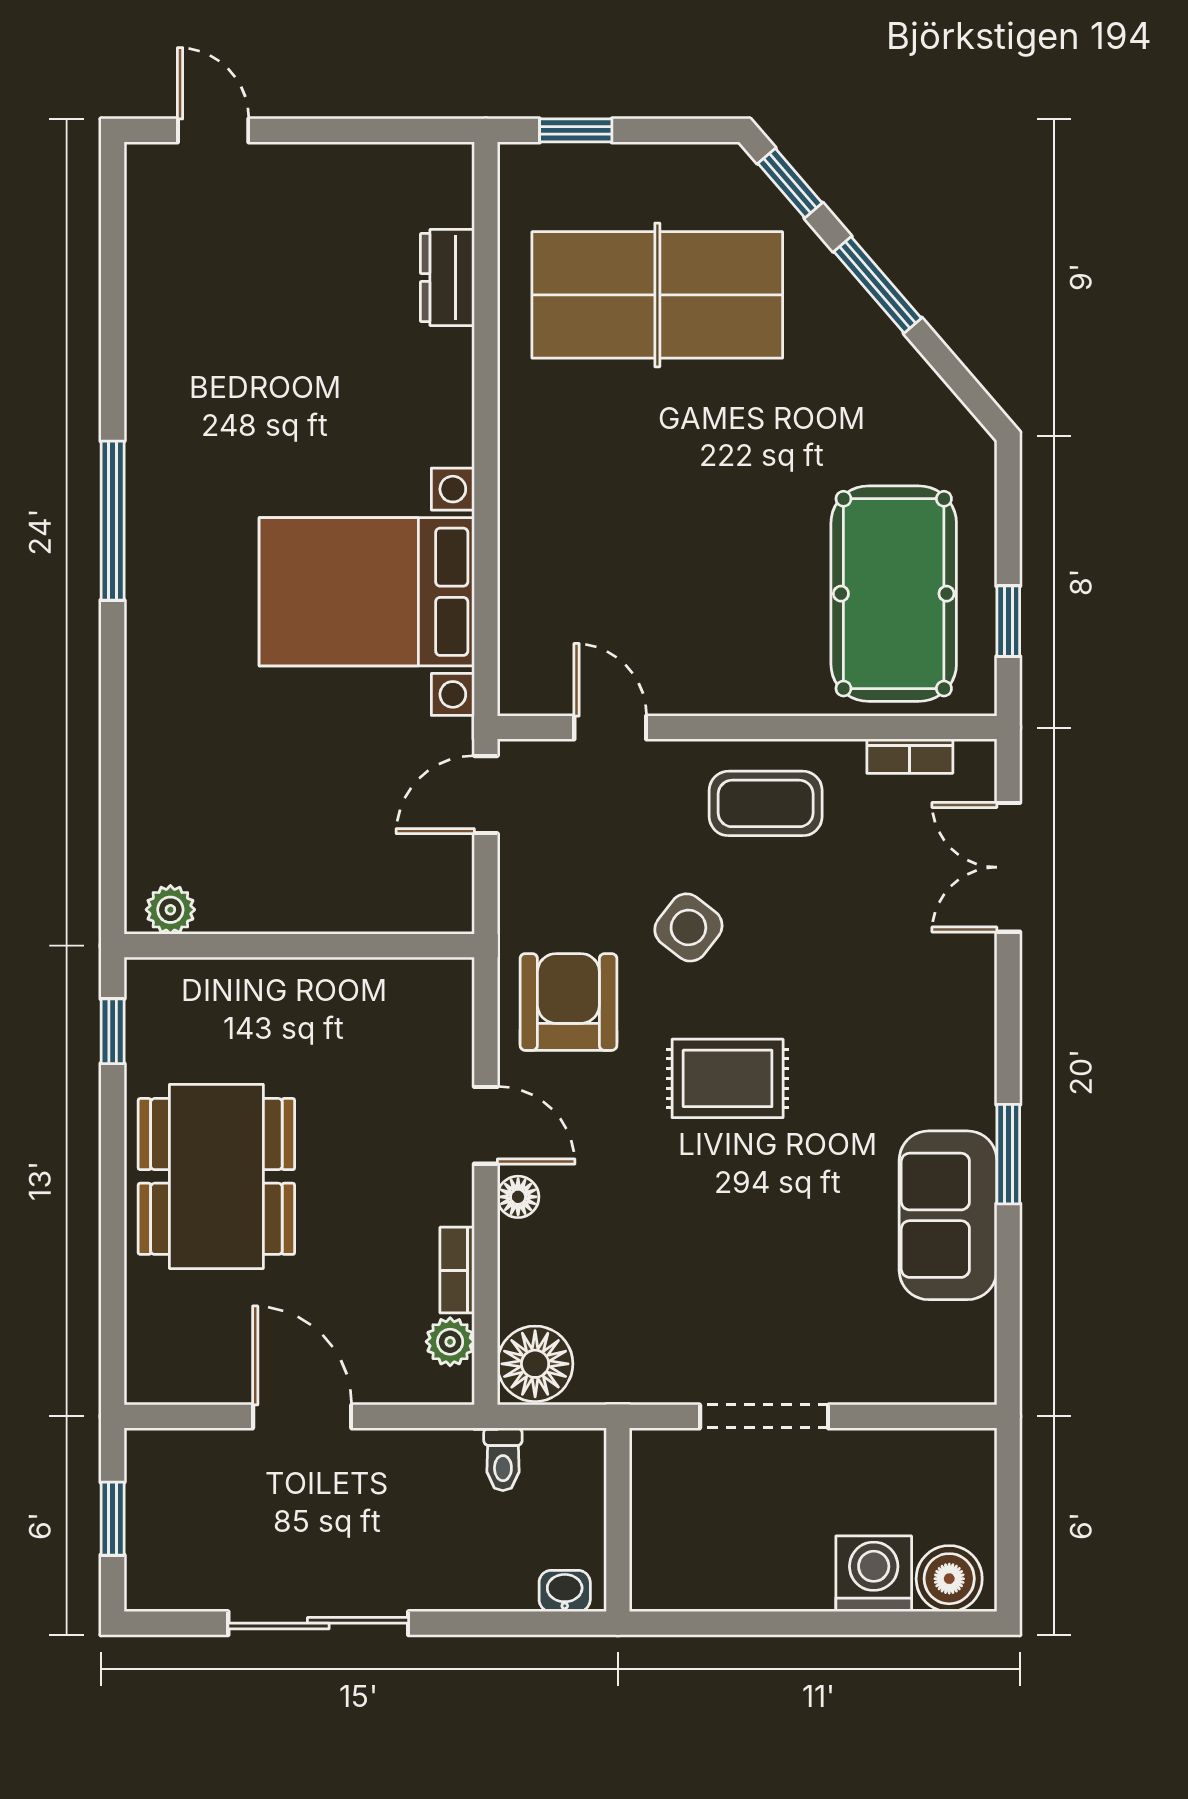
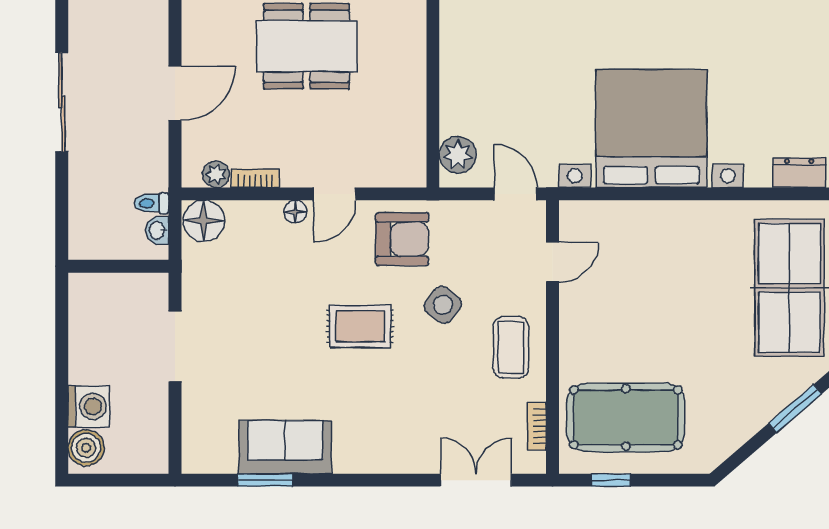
bed with nightstands: (367, 592) -> (651, 129), width x1.36
plant: (170, 910) -> (458, 155), moved, width x1.38, depth x1.38
rug: (728, 1078) -> (360, 326), turned 90
window: (1008, 1154) -> (265, 480), moved
washbasin: (565, 1591) -> (157, 230), moved, turned 180

